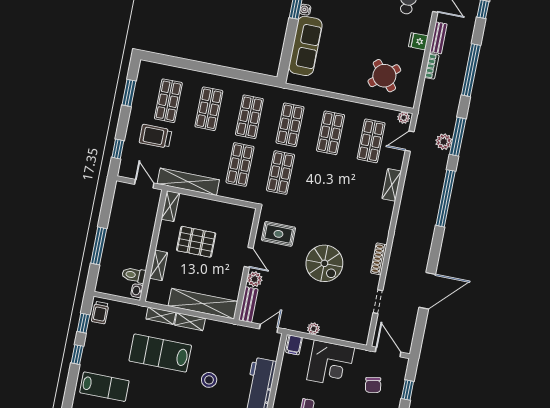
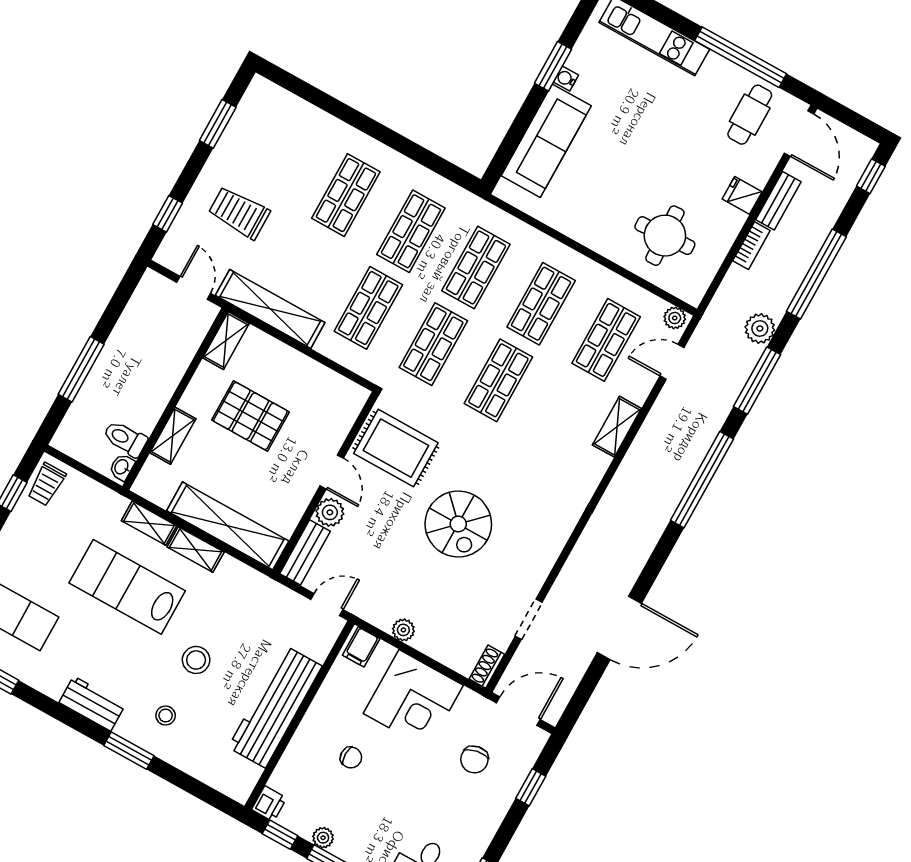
round table: (384, 76) -> (665, 236), turned 37
shop shelf: (168, 101) -> (498, 380), moved
plant: (444, 142) -> (760, 328), moved
rug: (278, 234) -> (396, 448), width x1.36, depth x1.43
shoe rack: (379, 259) -> (487, 667), moved, width x0.70
door: (388, 352) -> (518, 711), hinge flipped

